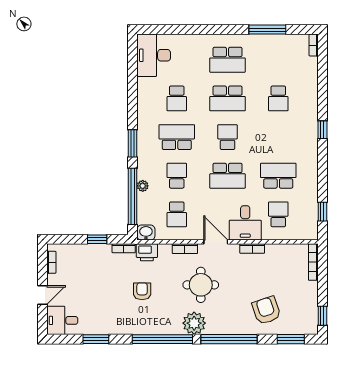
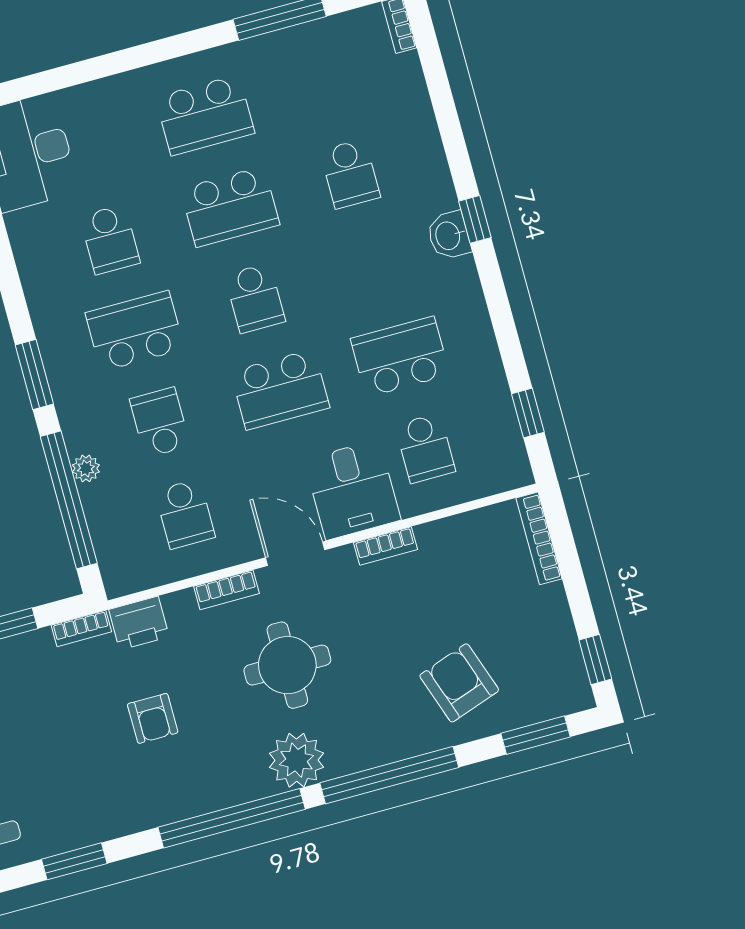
school desk: (228, 137) -> (255, 298), turned 180
school desk: (278, 214) -> (425, 448), turned 180
washbasin: (146, 233) -> (449, 235), moved, turned -90
armchair: (142, 291) -> (153, 718), turned 180

